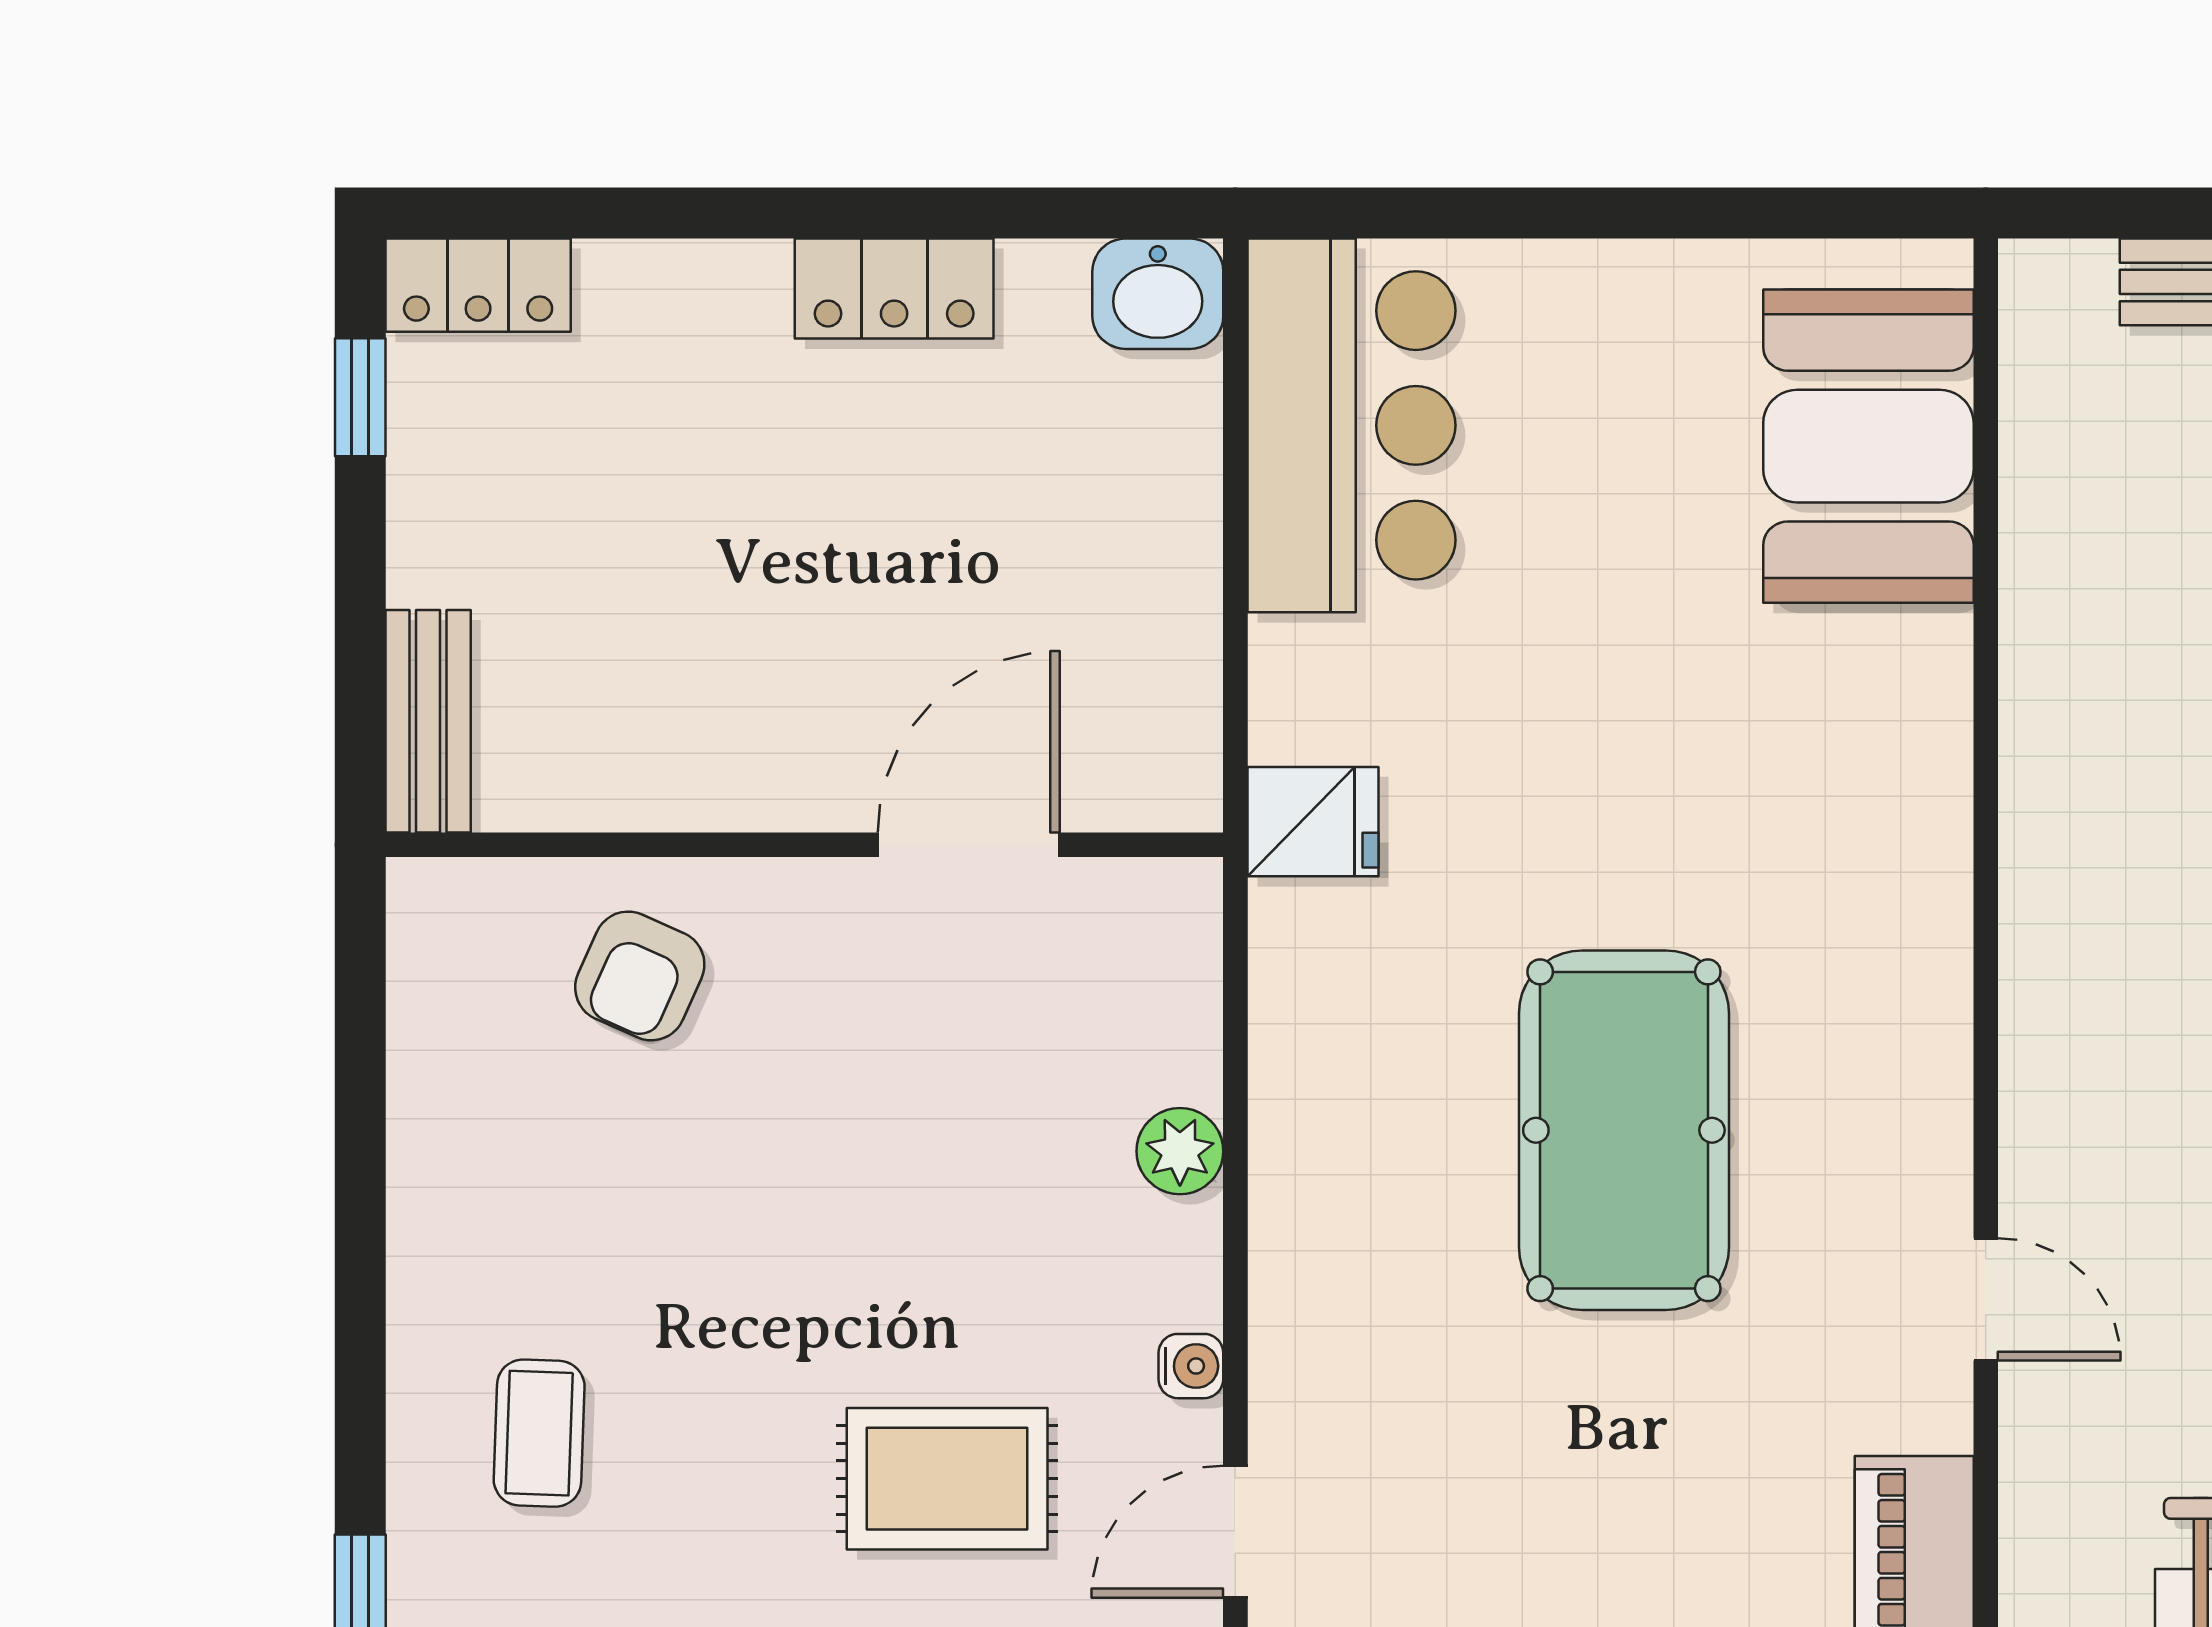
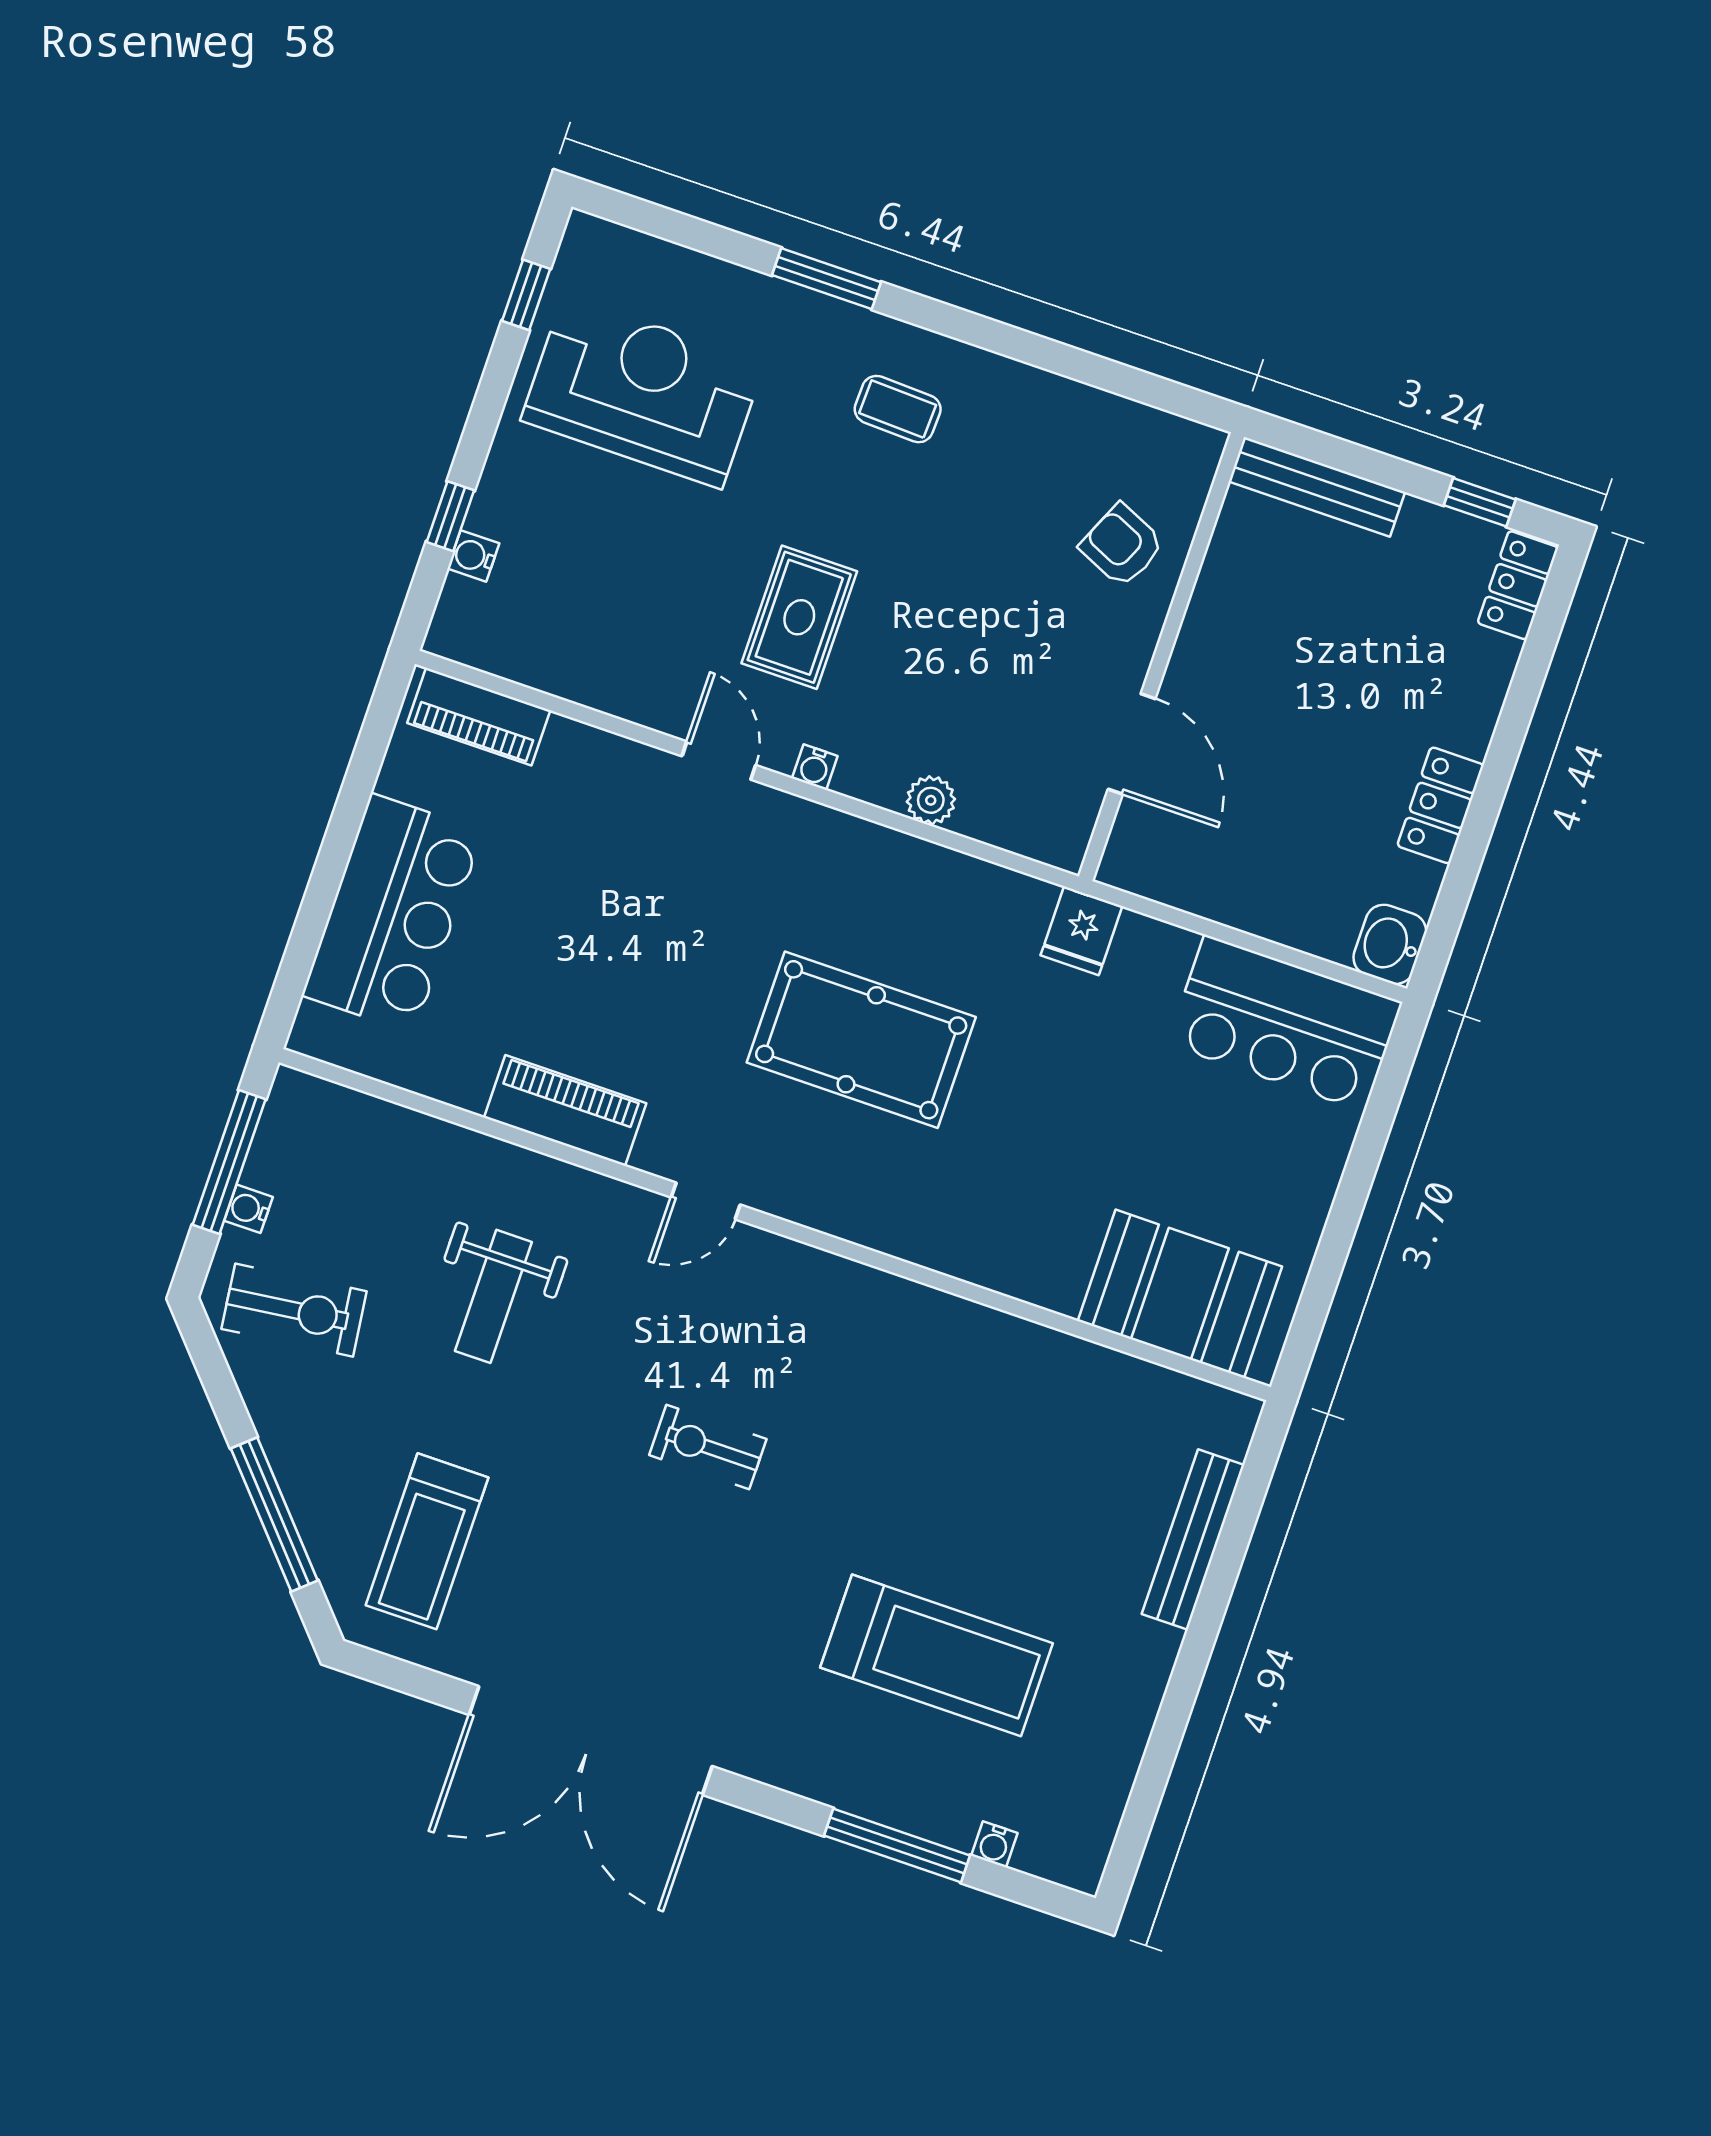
bench: (428, 721) -> (1317, 487), width x1.36

